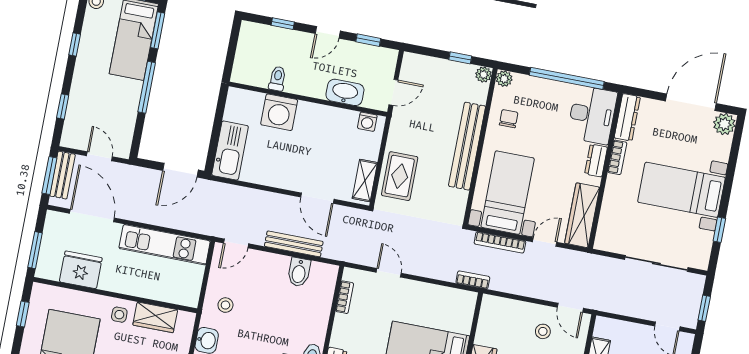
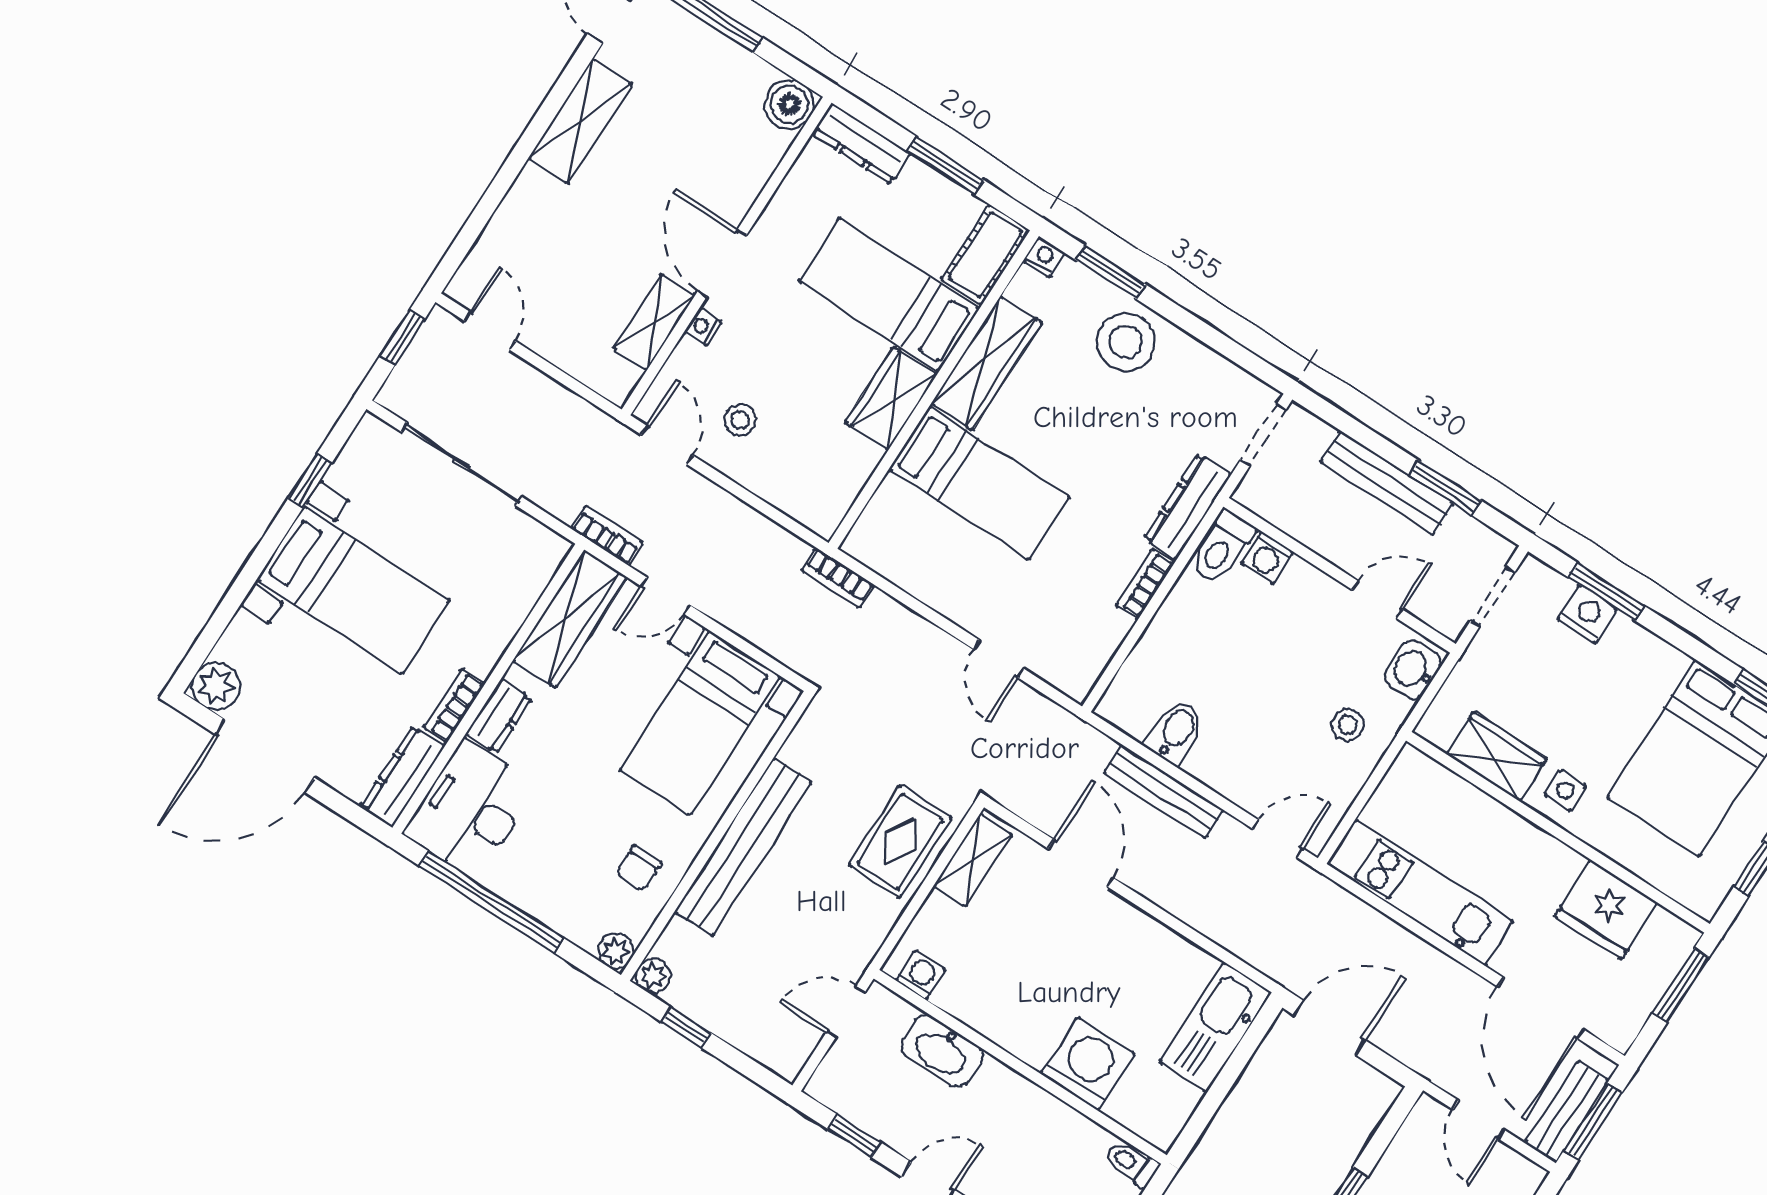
toilet: (277, 79) -> (1131, 1163), moved, turned 90
bookcase: (500, 242) -> (607, 536), moved, width x0.64
bookcase: (345, 297) -> (1145, 584), moved

